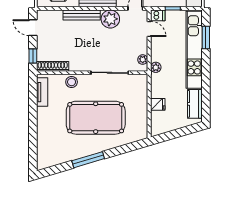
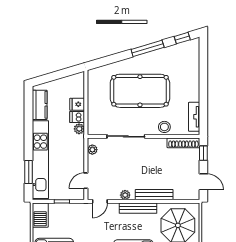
dishwasher: (158, 15) -> (77, 117), moved
plant: (110, 19) -> (125, 195), width x0.53, depth x0.53
door: (149, 29) -> (86, 181), hinge flipped
plant: (156, 67) -> (79, 129), moved
window: (54, 170) -> (182, 38), added

